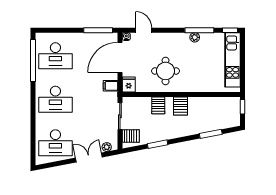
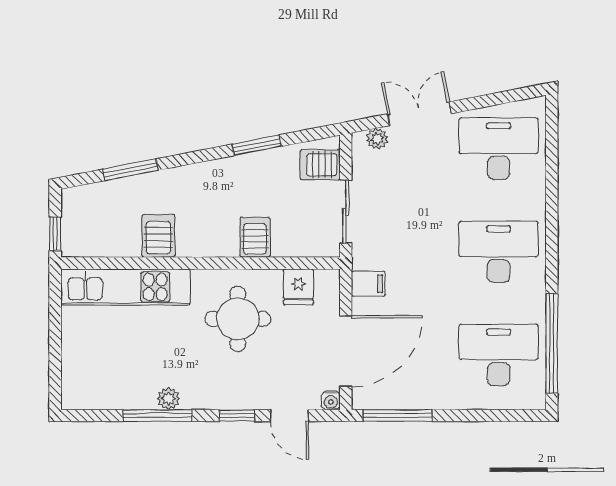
window: (230, 30) -> (237, 415), moved
kitchen unit: (232, 60) -> (125, 287), moved, turned 90
fridge: (129, 85) -> (298, 287), moved
server rack: (180, 106) -> (158, 236), moved
double door: (89, 158) -> (419, 114), swing flipped

